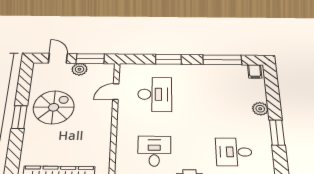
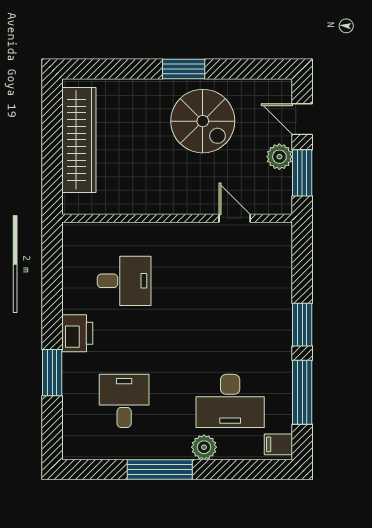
door: (58, 58) -> (302, 119), swing flipped
window: (168, 59) -> (302, 325), moved
desk: (155, 94) -> (230, 401), moved
window: (277, 132) -> (160, 469), width x1.44

